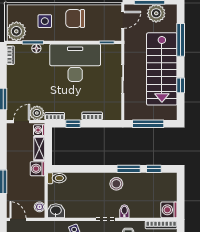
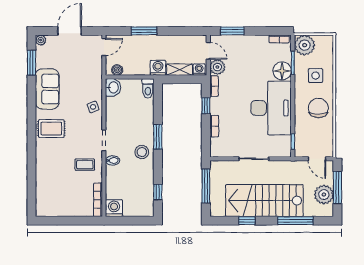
floor lamp: (36, 48) -> (282, 71), width x1.89, depth x1.89
window: (129, 169) -> (158, 137), moved

